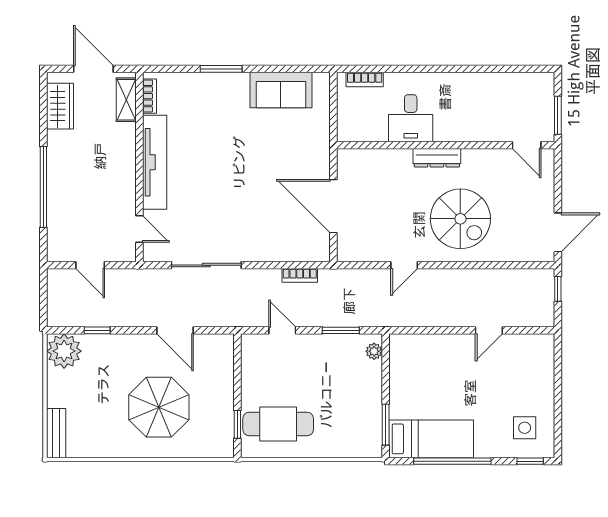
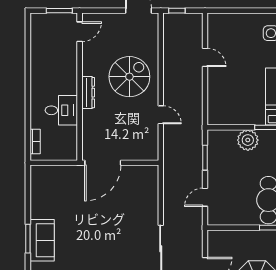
sofa: (281, 90) -> (42, 240), moved
door: (333, 206) -> (103, 163), moved
bookcase: (300, 275) -> (168, 185), removed
plant: (374, 351) -> (248, 140), moved, width x1.88, depth x1.88

